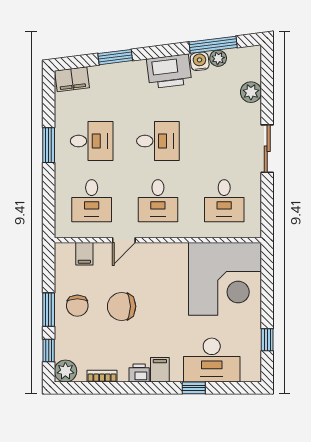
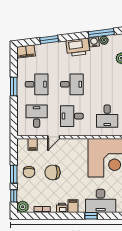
desk: (92, 201) -> (37, 116), turned 180
desk: (158, 201) -> (72, 116), turned 90

